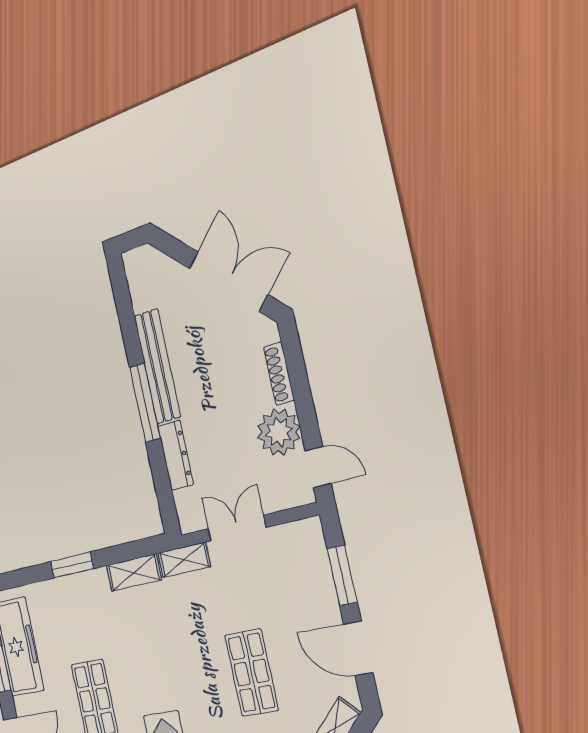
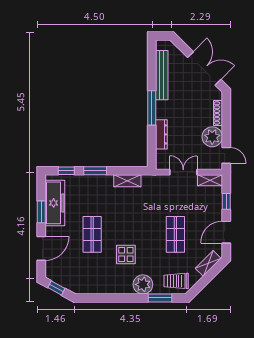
bench: (157, 366) -> (162, 75), moved
shelving: (184, 560) -> (210, 180), moved
window: (342, 575) -> (226, 201), width x0.67
window: (23, 577) -> (66, 171), added
door: (358, 648) -> (226, 232), hinge flipped

